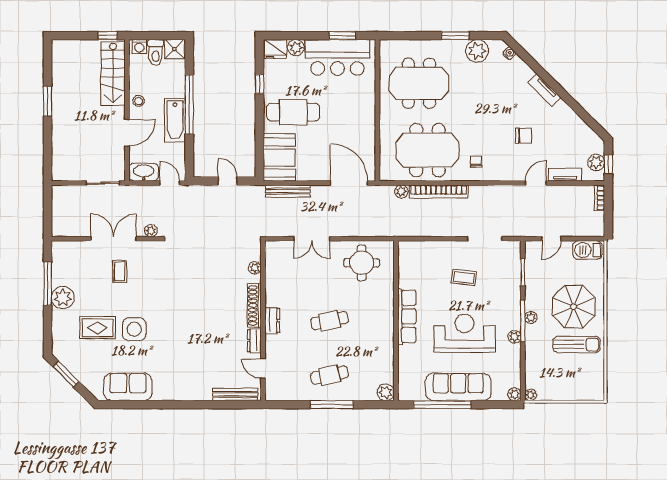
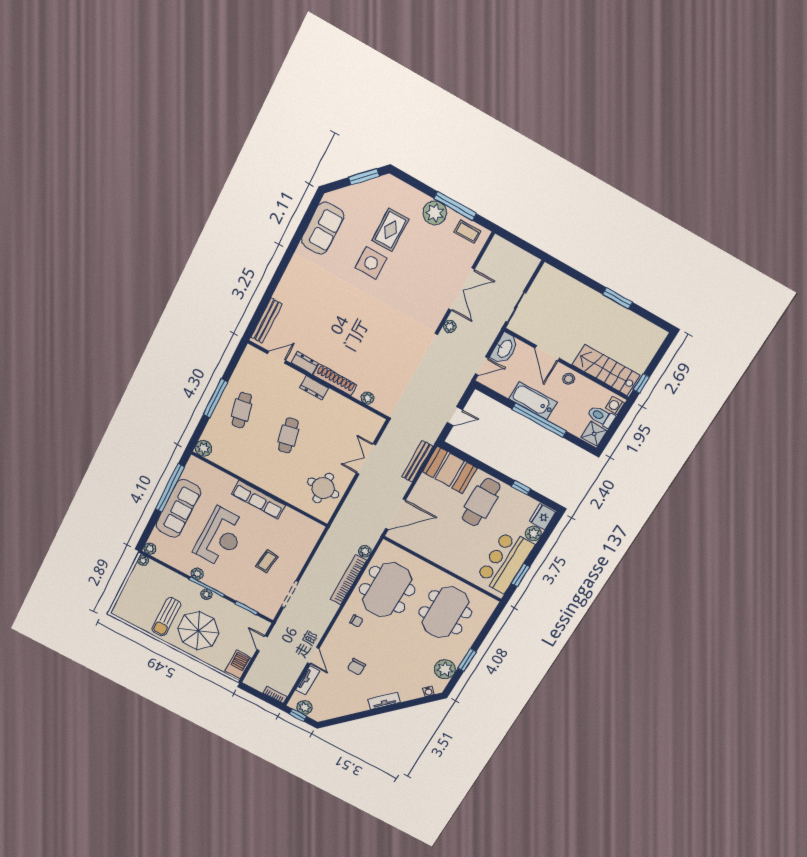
coffee table: (120, 271) -> (467, 232), moved

